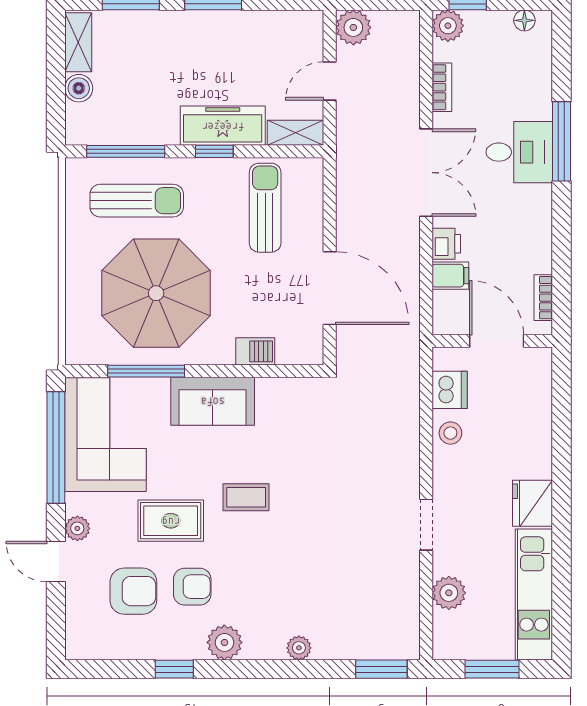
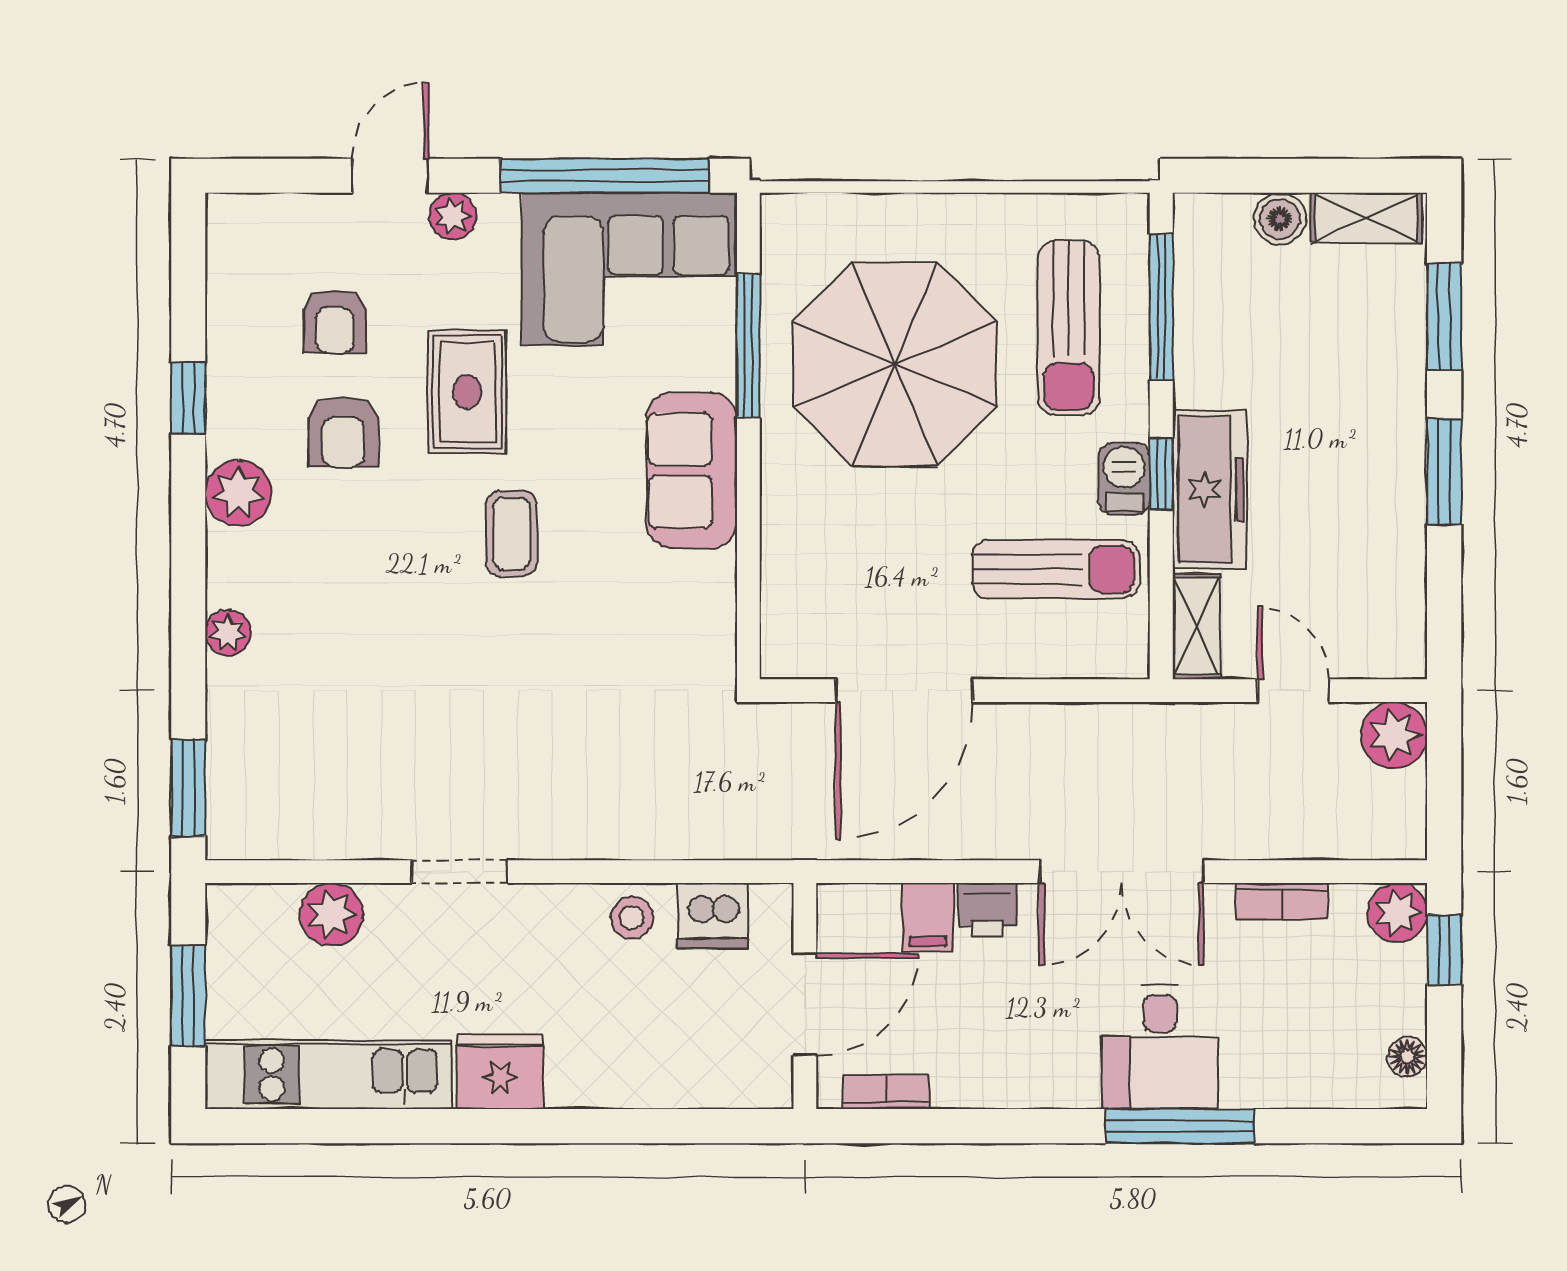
barbecue: (255, 351) -> (1124, 479), moved, turned 180
armchair: (133, 591) -> (335, 322), width x0.72, depth x0.72

